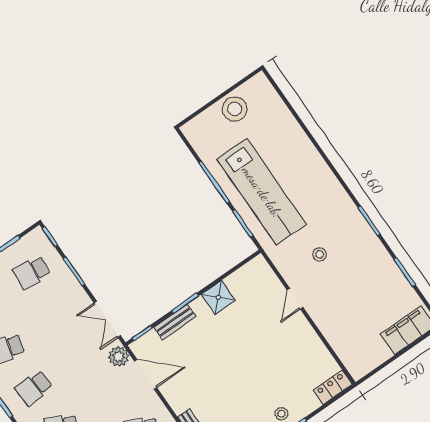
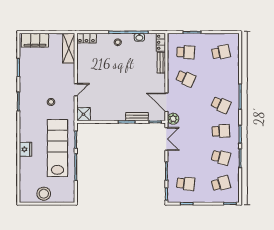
fridge: (308, 156) -> (25, 149), added
shower: (218, 297) -> (83, 114), moved
shelving: (349, 354) -> (69, 48), added

